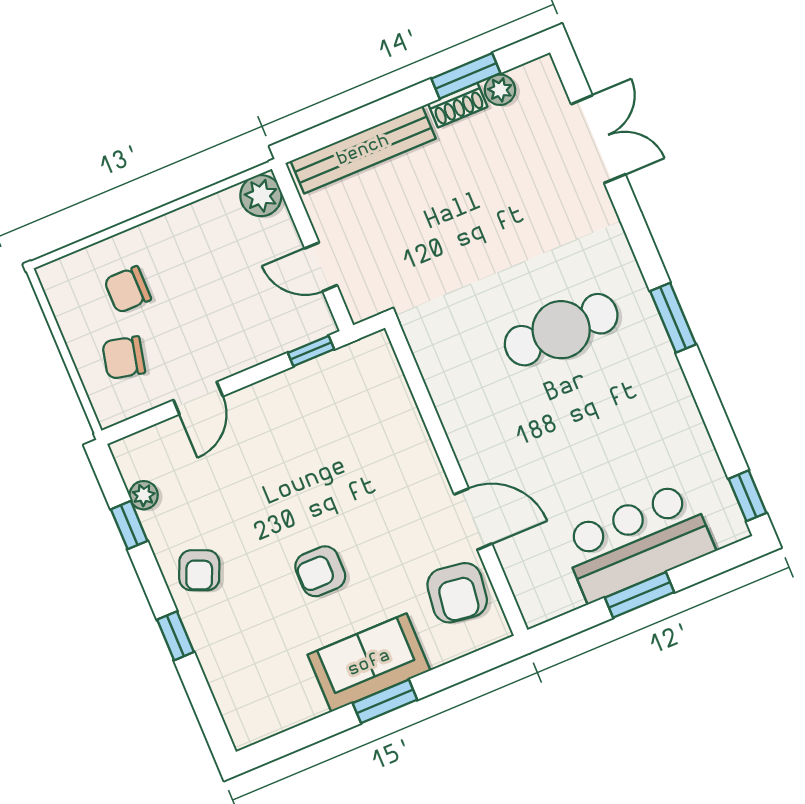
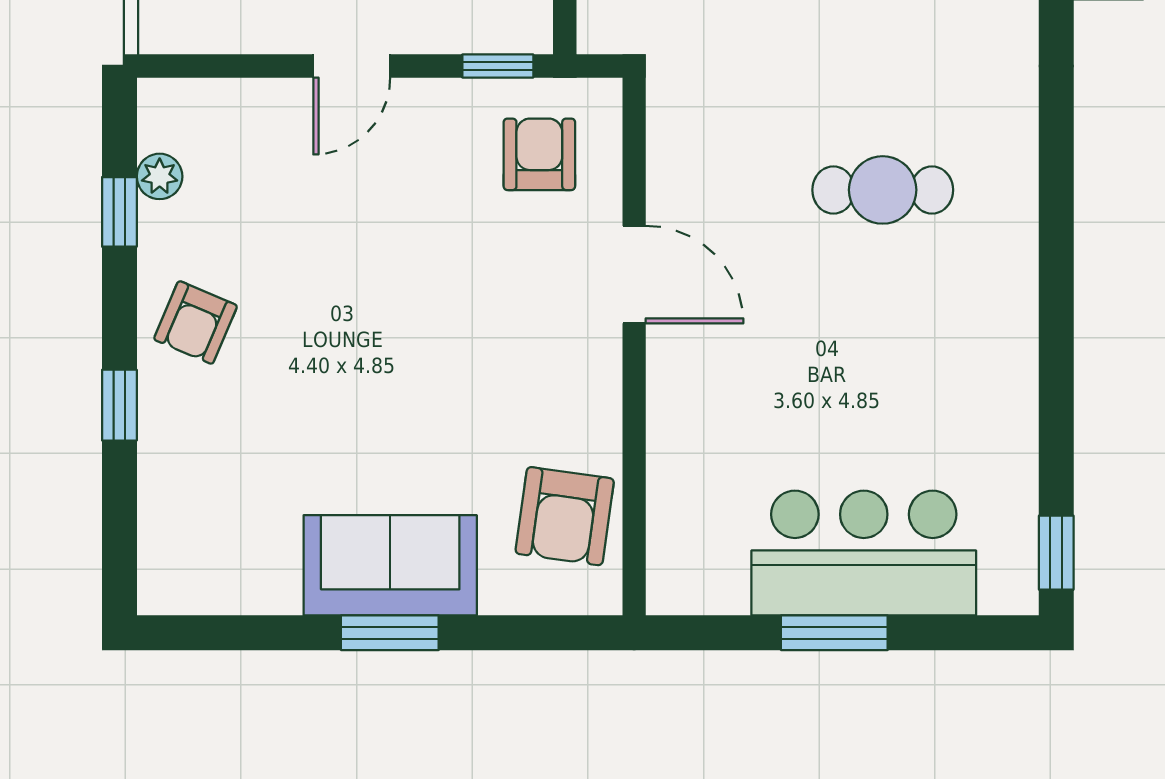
window: (673, 318) -> (1056, 242), removed
cafe table: (561, 330) -> (883, 190), width x0.73, depth x0.74
door: (198, 398) -> (352, 66), moved
door: (473, 519) -> (634, 275), moved
armchair: (320, 571) -> (539, 154), moved, turned 90

